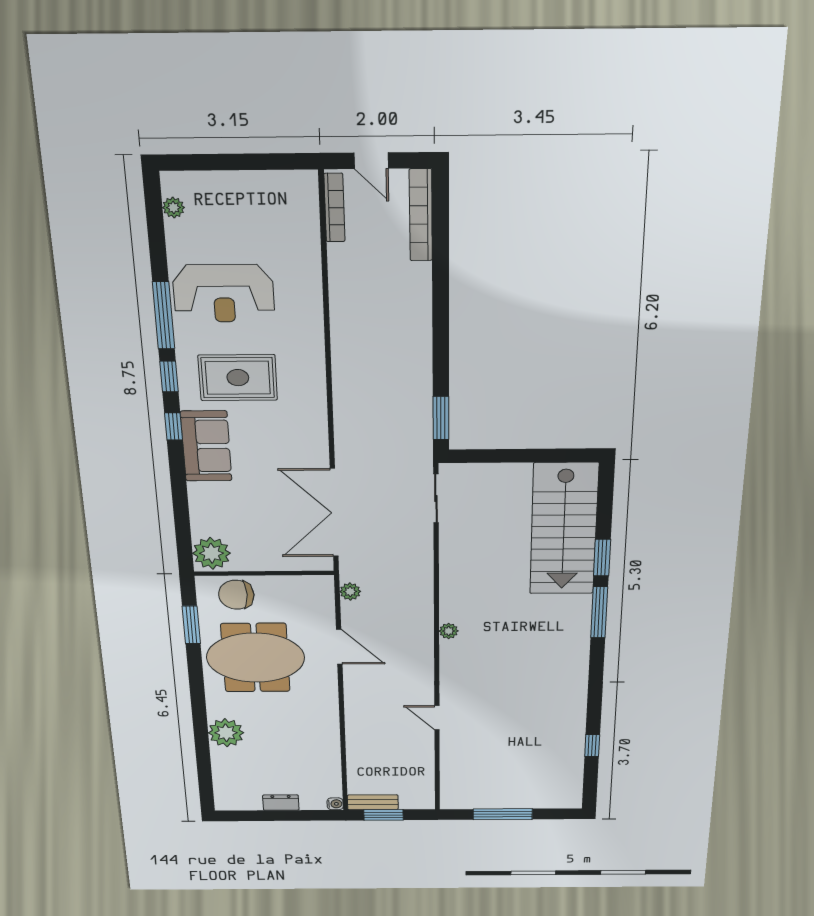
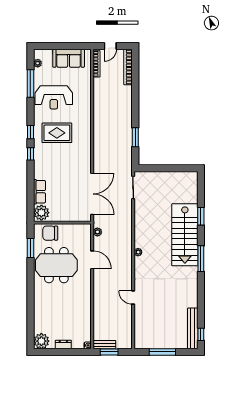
door: (371, 161) -> (110, 46), hinge flipped
window: (164, 315) -> (30, 83), moved
window: (441, 418) -> (135, 137), moved
sofa: (206, 446) -> (69, 58), moved, turned 90
row of seats: (203, 509) -> (39, 192), added
double door: (334, 513) -> (92, 194), swing flipped
stairs: (564, 529) -> (185, 235), moved
window: (599, 612) -> (201, 259), moved
plant: (226, 733) -> (41, 341), moved
window: (592, 746) -> (201, 334), moved
bench: (572, 773) -> (193, 328), added

